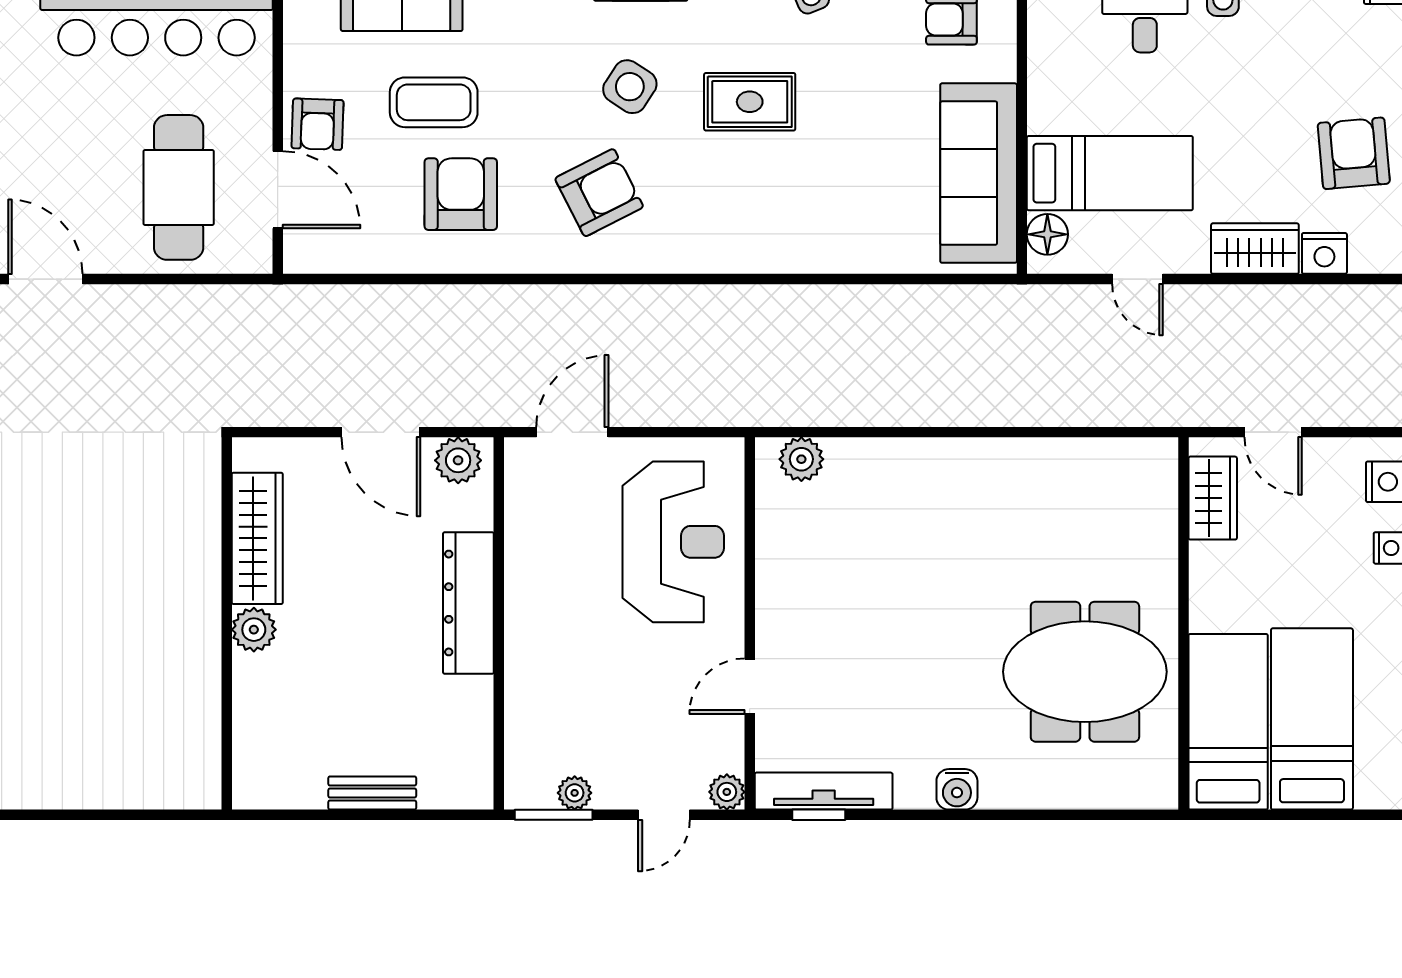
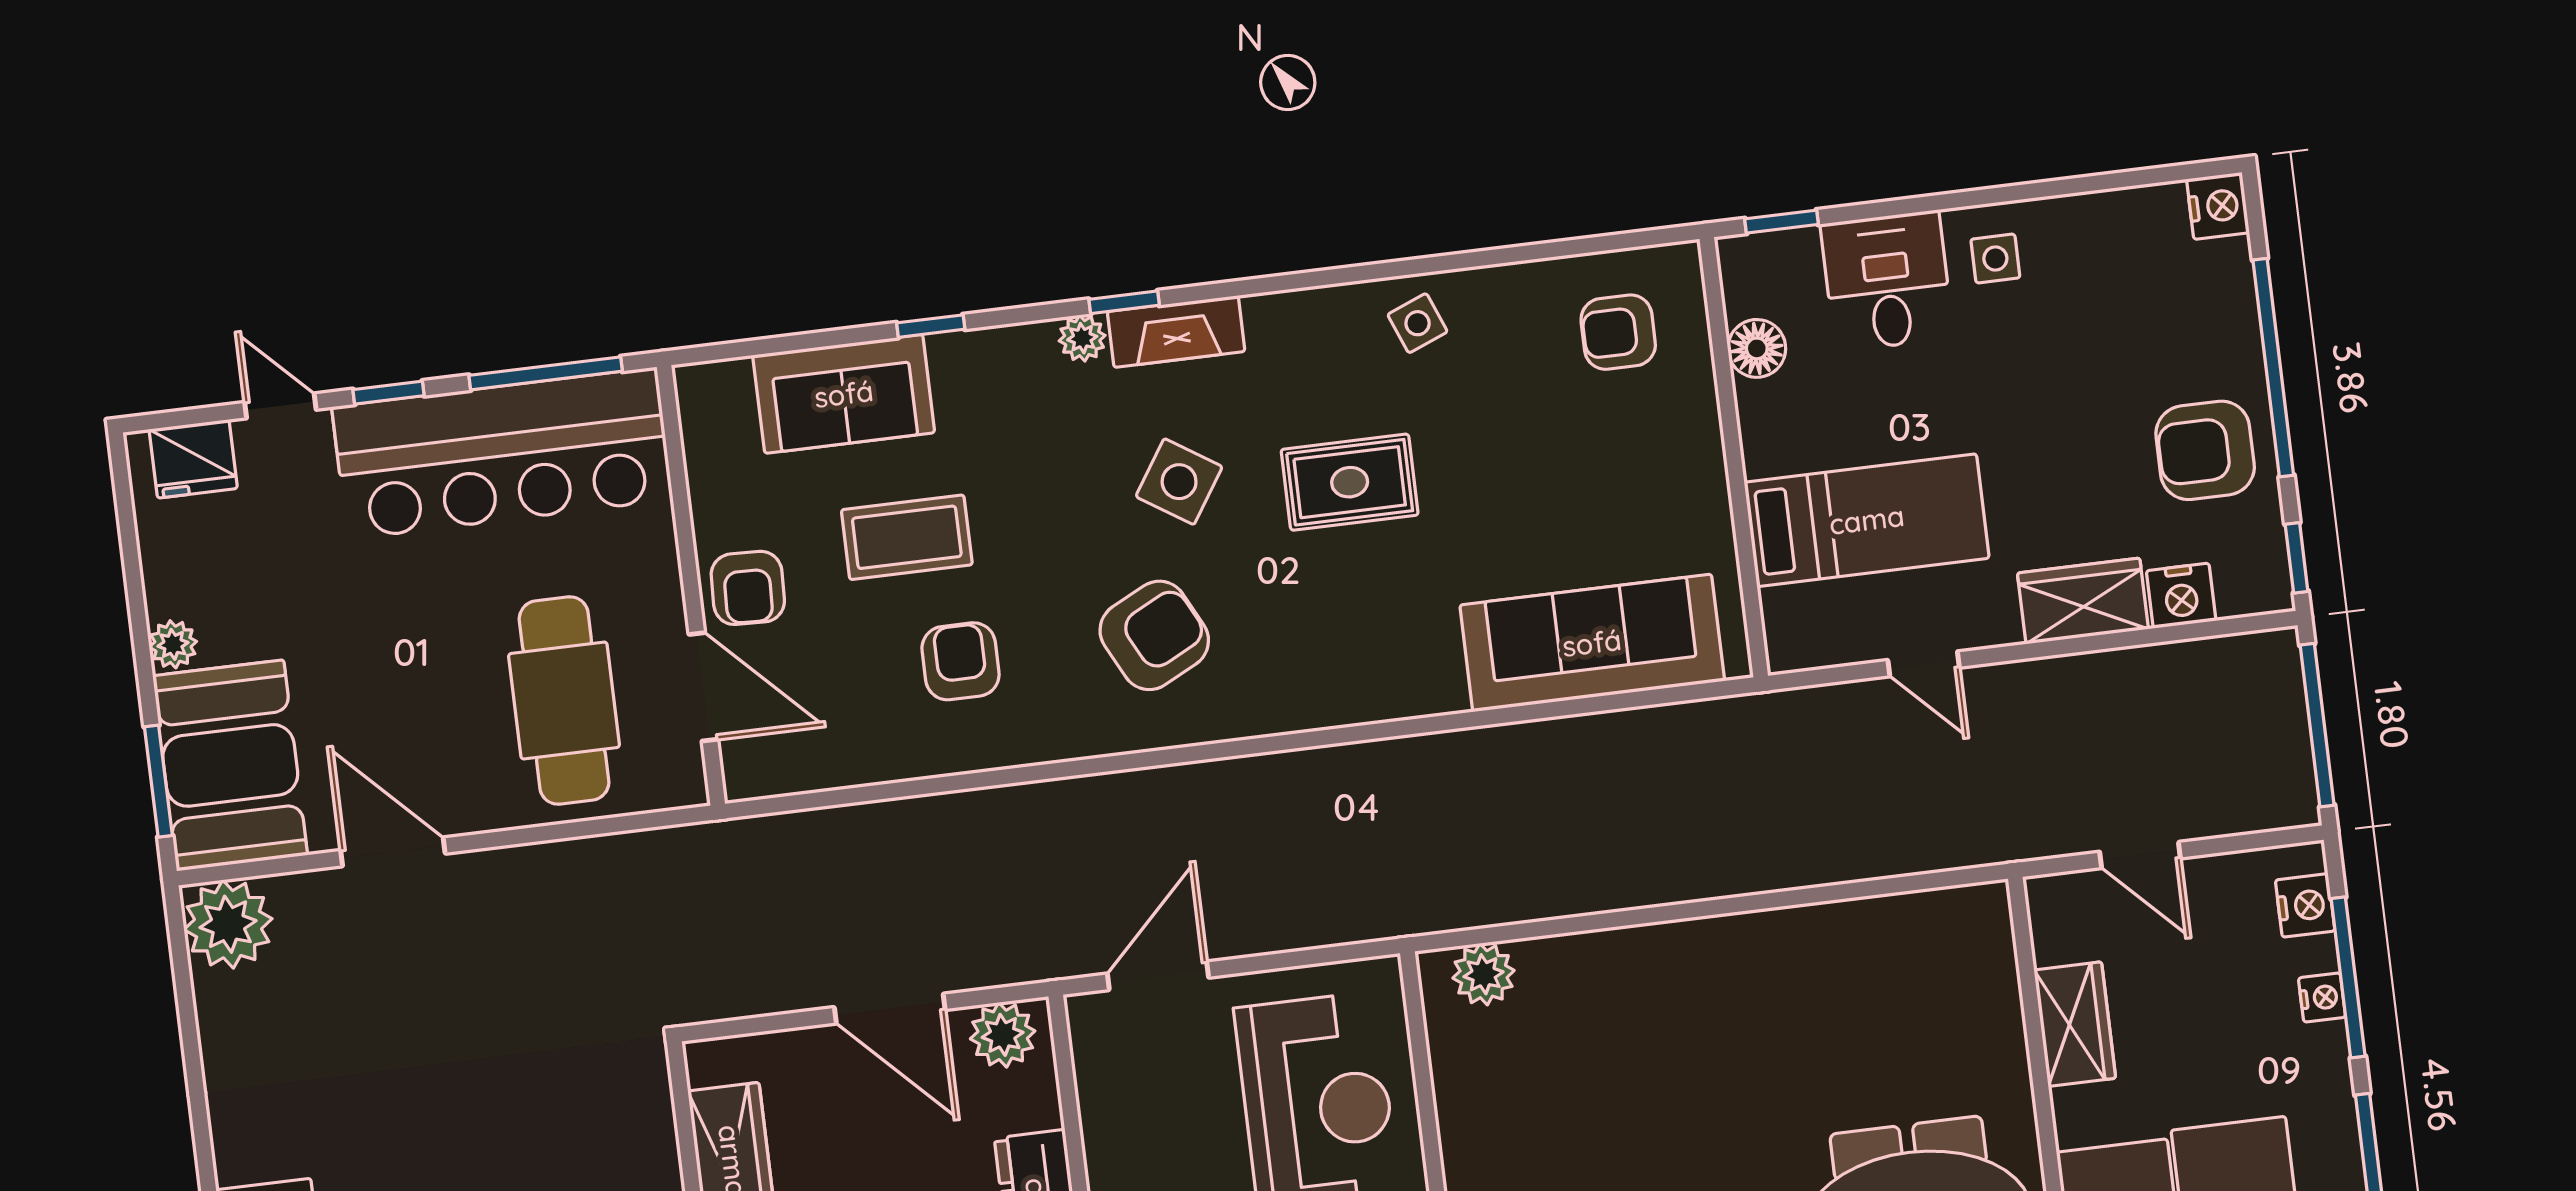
armchair: (1354, 153) -> (2205, 450), turned -85
sofa: (979, 173) -> (1592, 643), moved, turned 90
armchair: (461, 194) -> (961, 661), width x0.72, depth x0.72
floor lamp: (1047, 234) -> (1757, 348), moved
wardrobe: (1213, 498) -> (2075, 1024), moved

